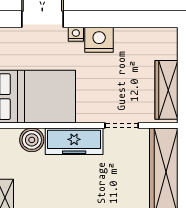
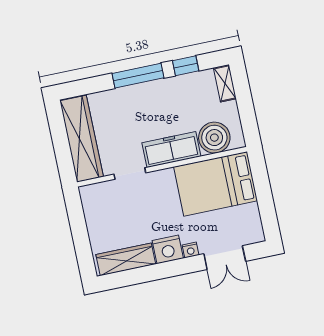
wardrobe: (166, 90) -> (126, 259), moved, turned -90
boiler: (32, 140) -> (214, 138), width x1.37, depth x1.37

